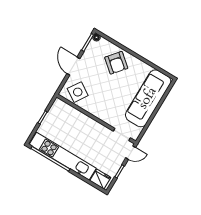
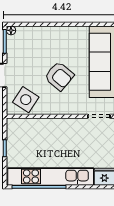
armchair: (116, 63) -> (59, 76), moved

